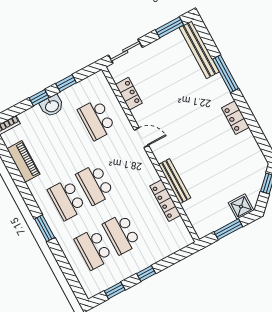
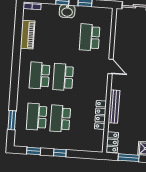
locker: (129, 94) -> (112, 142), moved
window: (45, 228) -> (12, 120), moved

